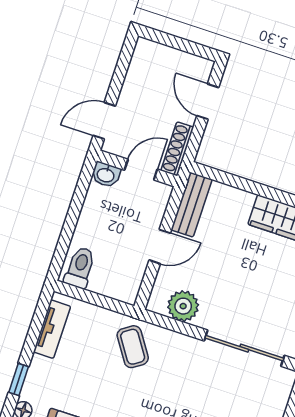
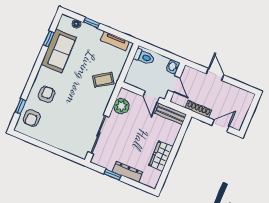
wall: (137, 168) -> (175, 82), moved
door: (141, 170) -> (174, 84), moved
washbasin: (106, 175) -> (173, 67), moved

